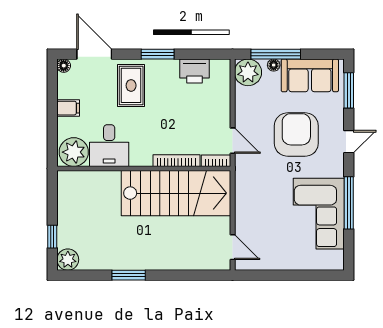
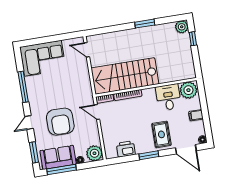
window: (276, 54) -> (62, 170), moved
corner sofa: (319, 214) -> (43, 58), moved, turned 90

